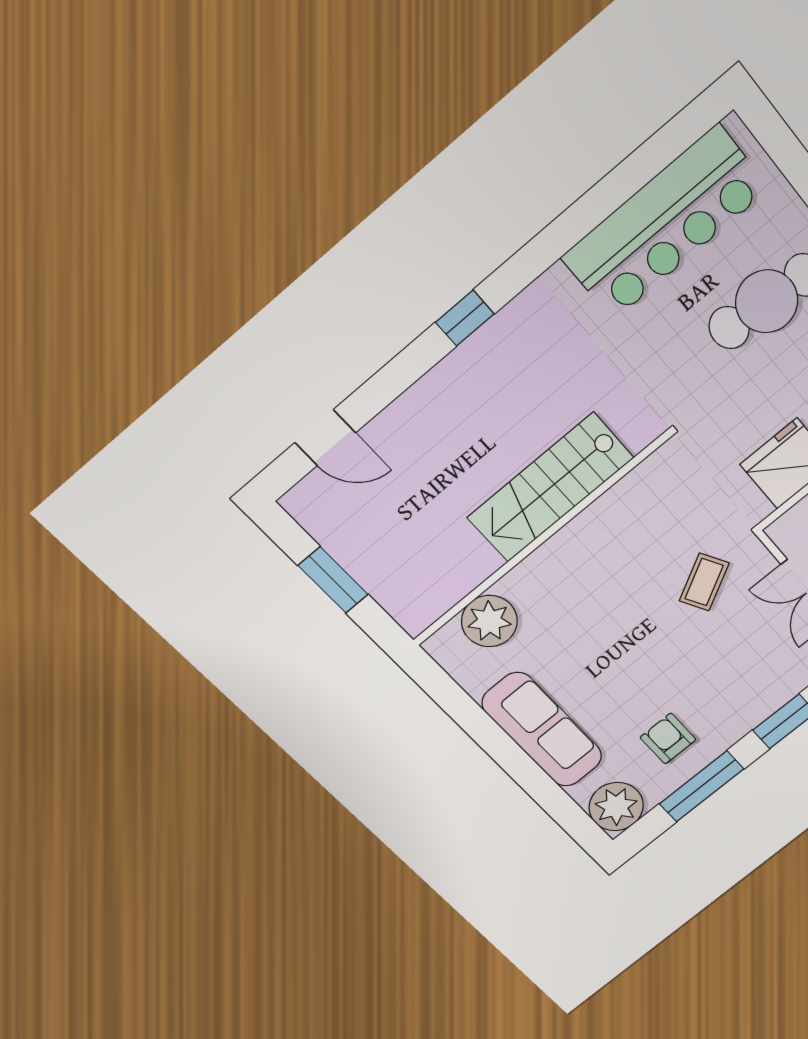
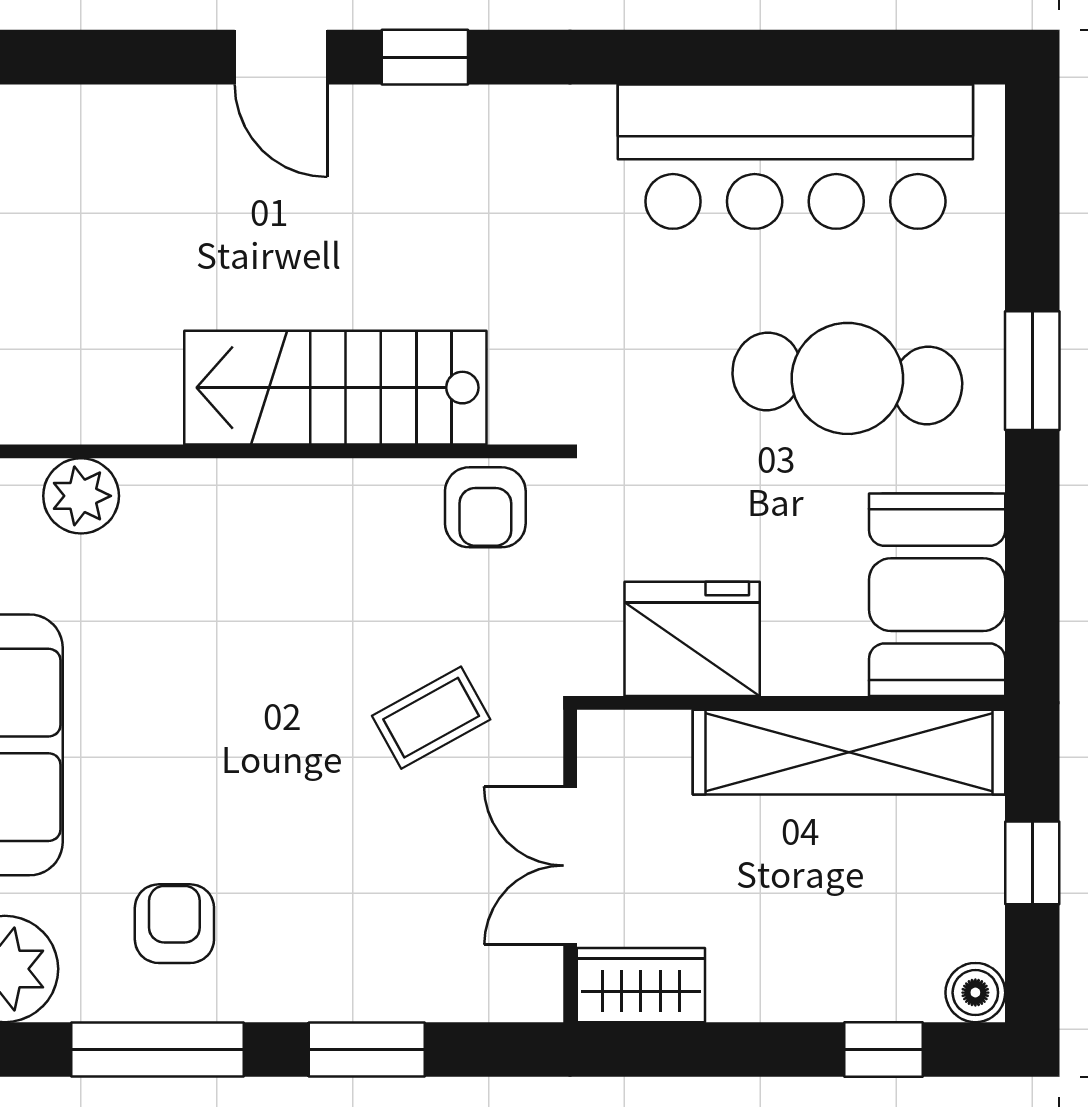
door: (325, 438) -> (281, 57), moved
armchair: (656, 483) -> (485, 507), added
plant: (489, 621) -> (81, 496), width x0.73, depth x0.73

